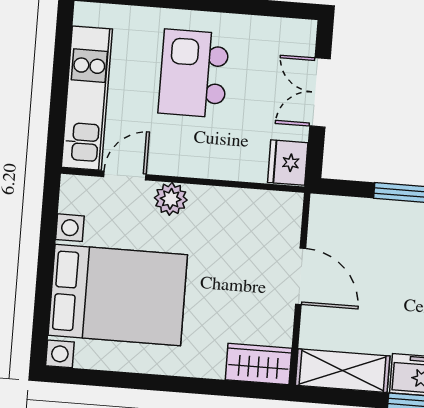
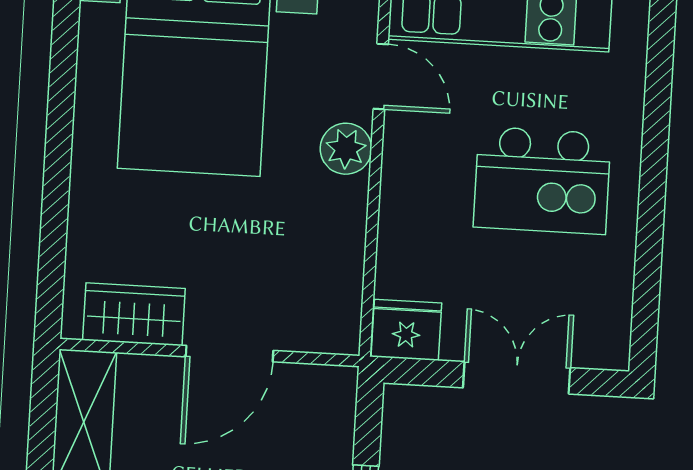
kitchen island: (194, 73) -> (542, 180), turned 180
wardrobe: (259, 364) -> (134, 314), moved, turned -90

